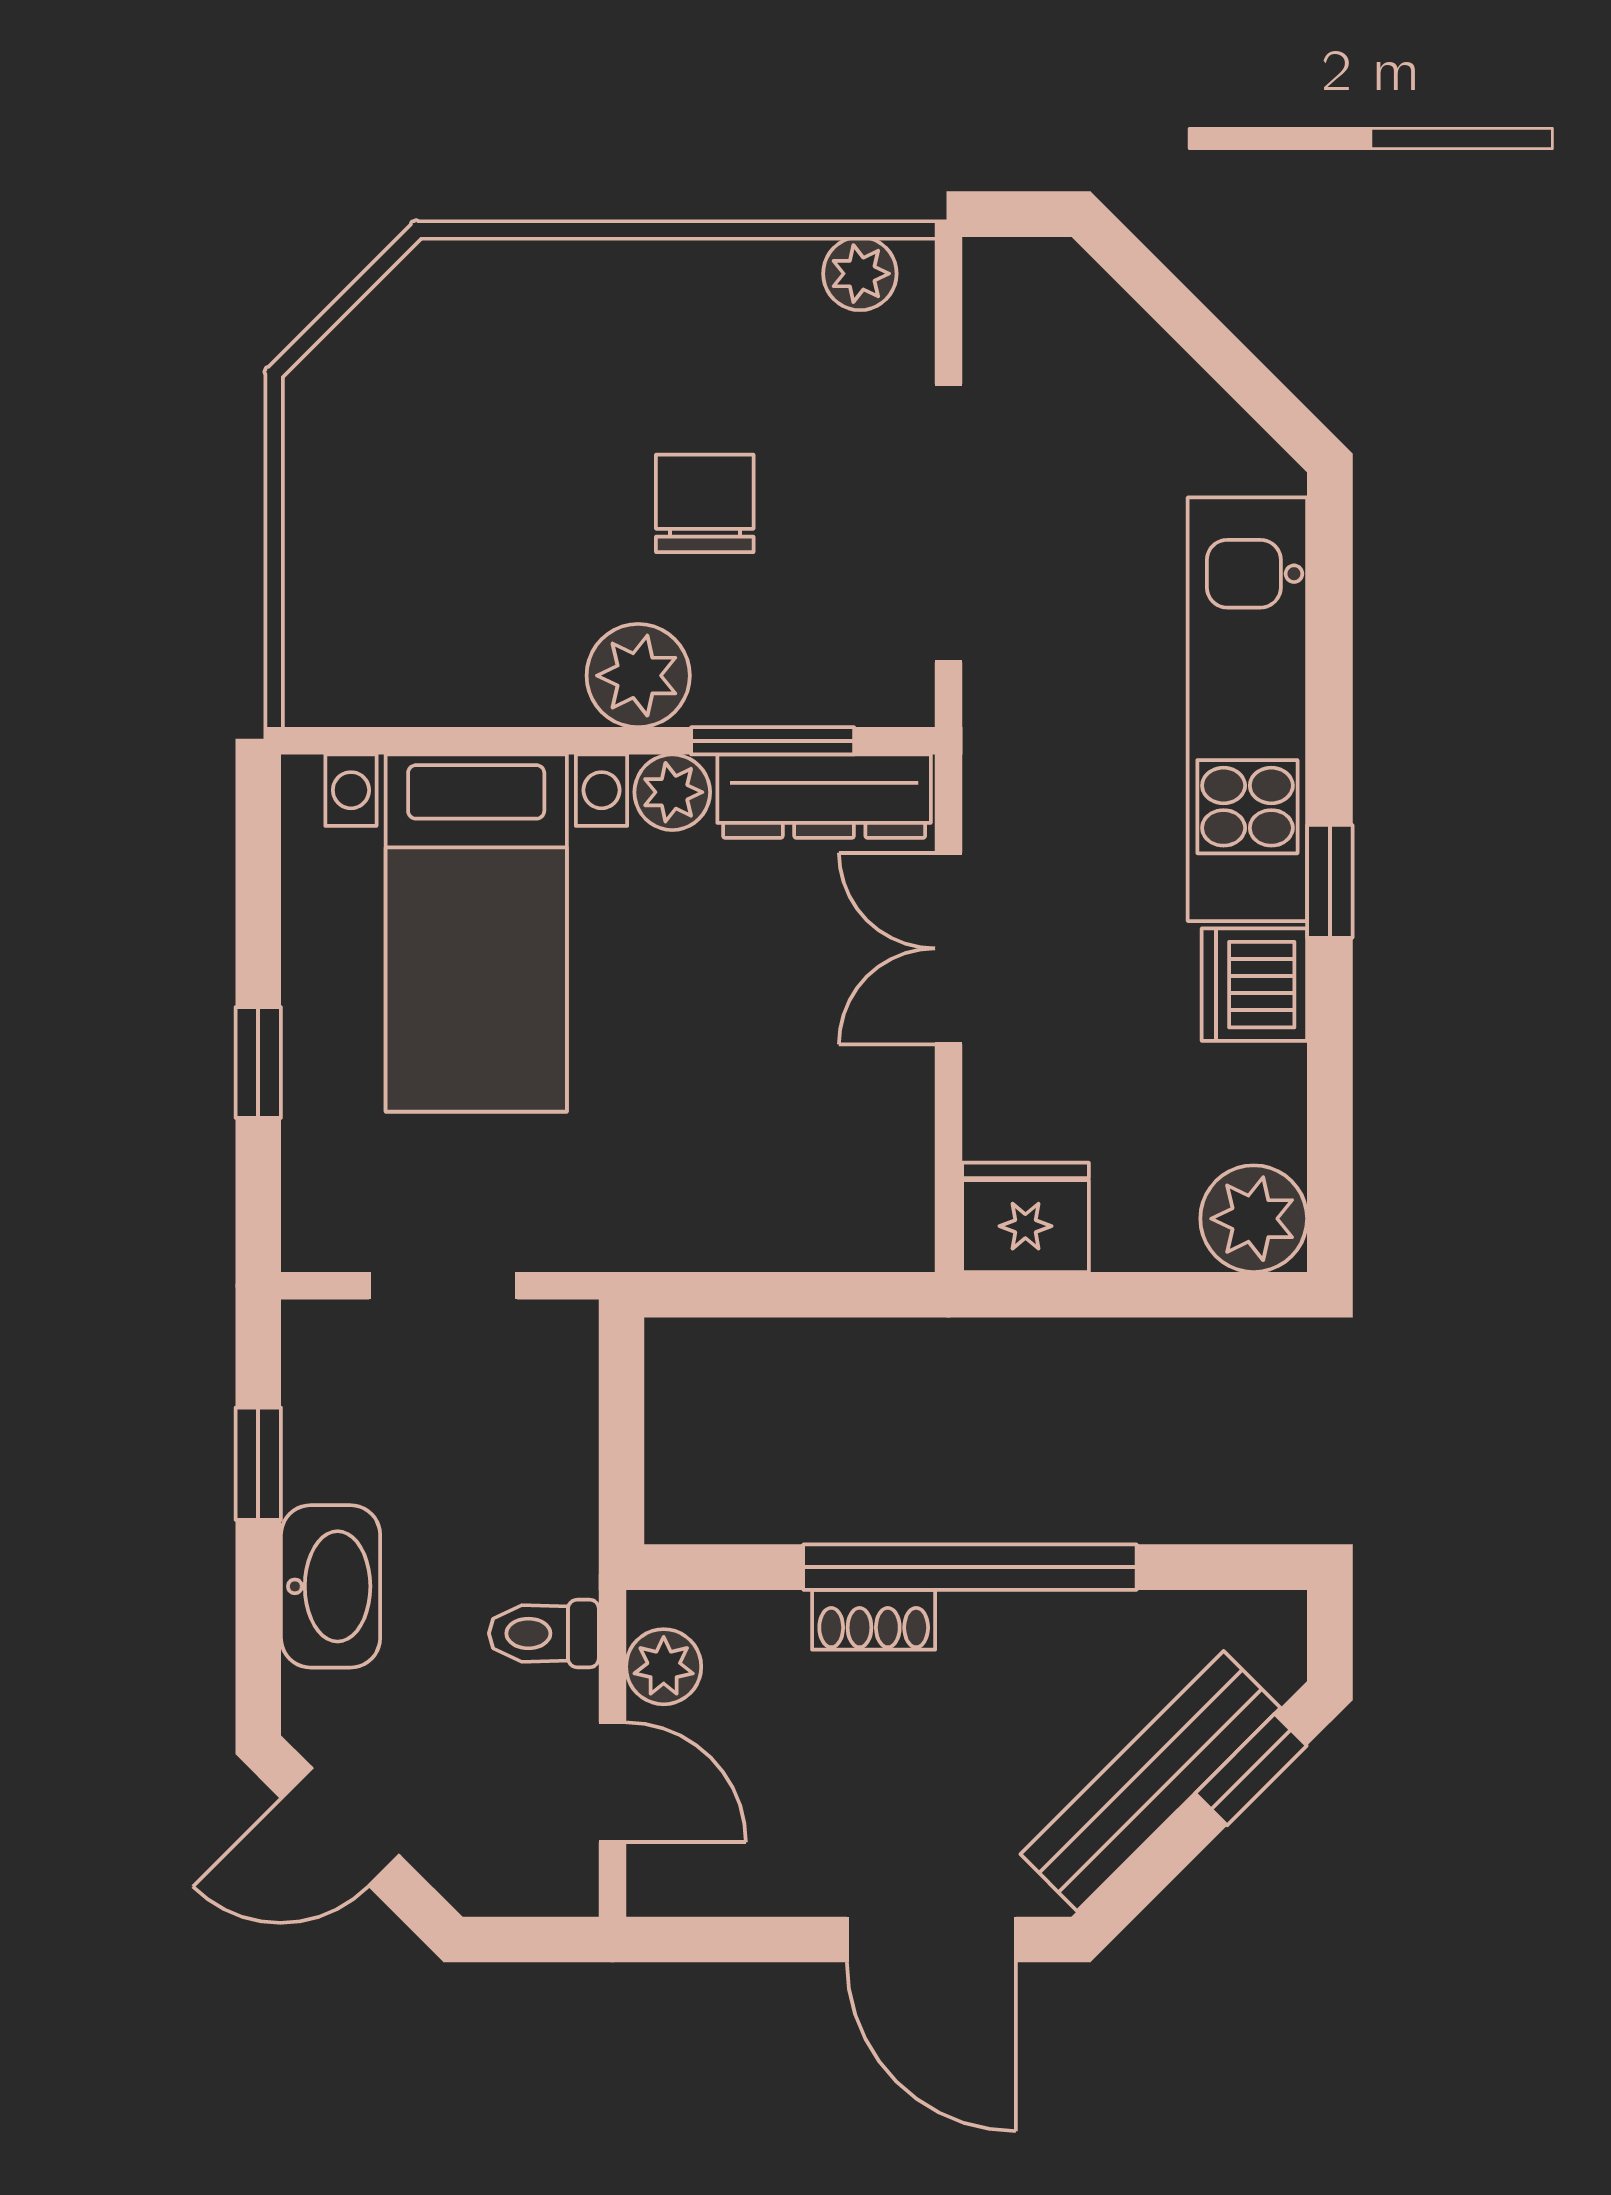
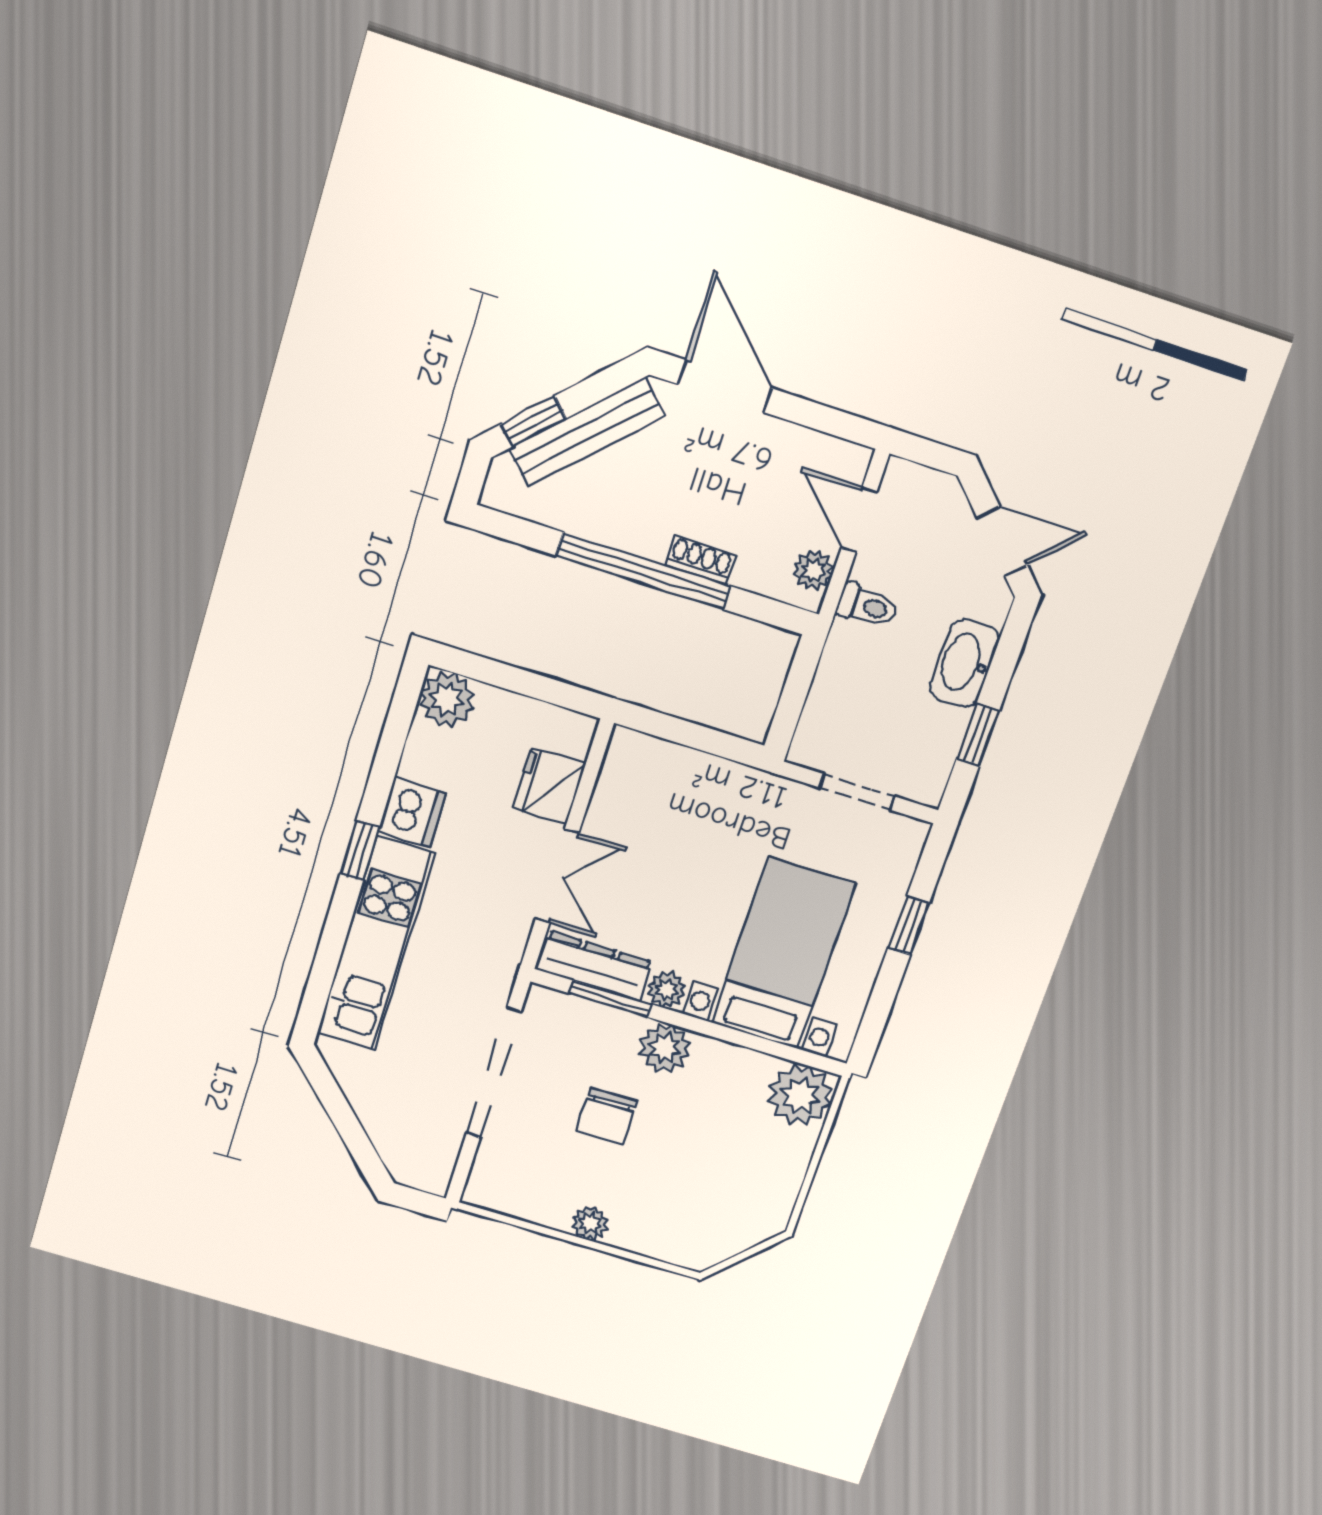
plant: (860, 274) -> (590, 1223), moved
plant: (348, 663) -> (800, 1095), added
fridge: (1025, 1217) -> (549, 786), moved, turned 90

